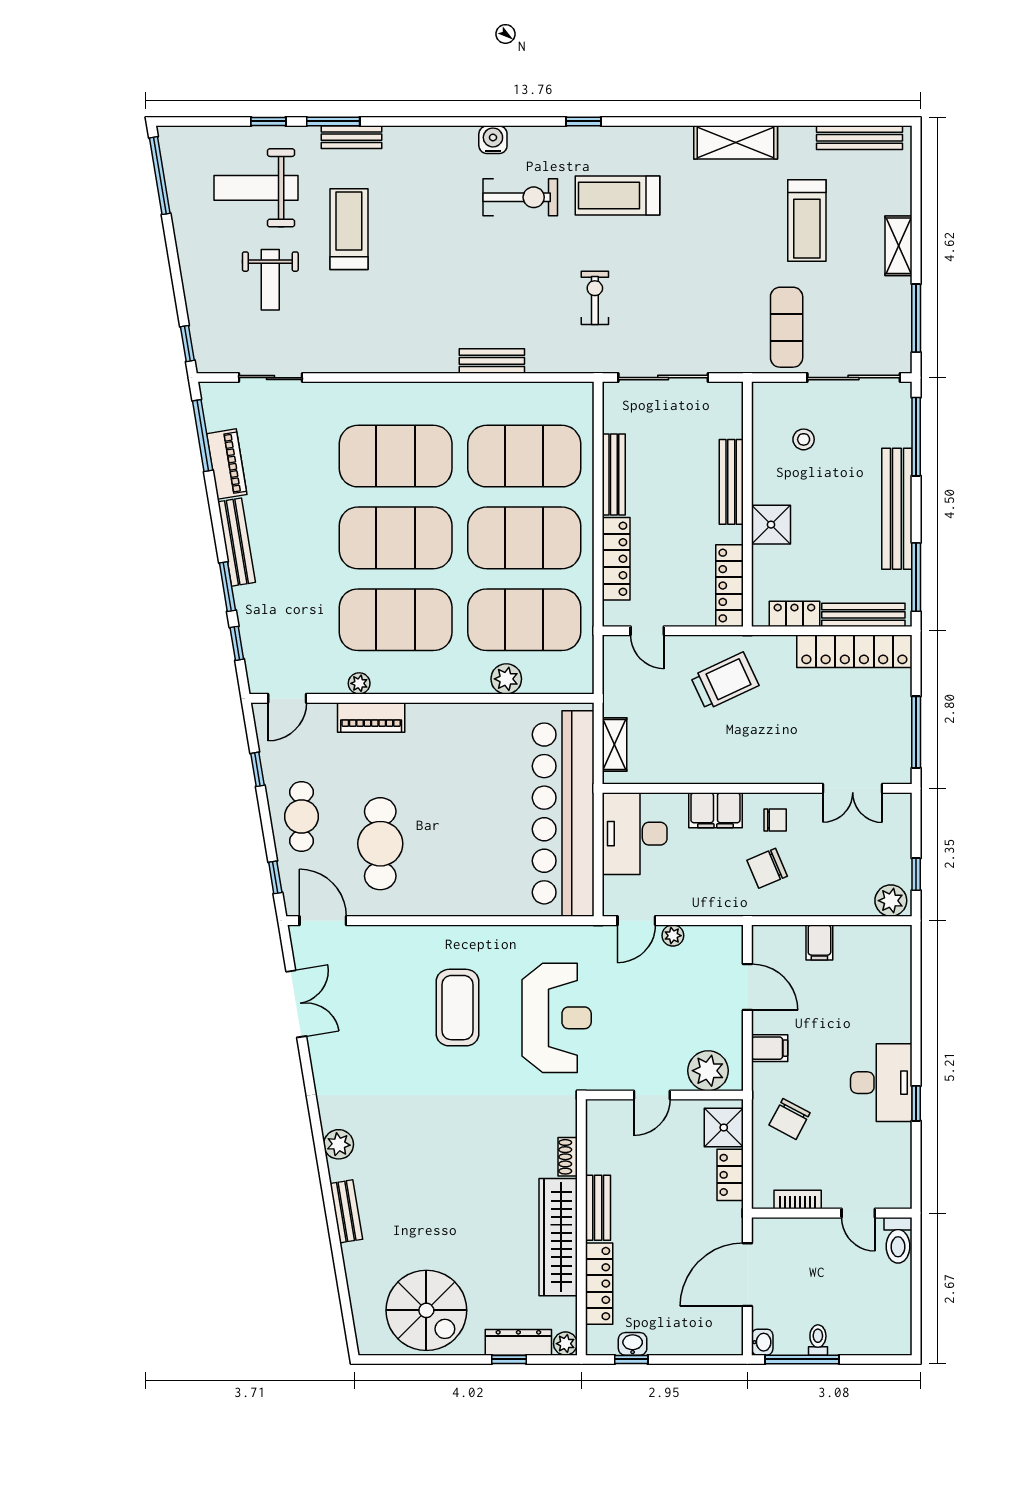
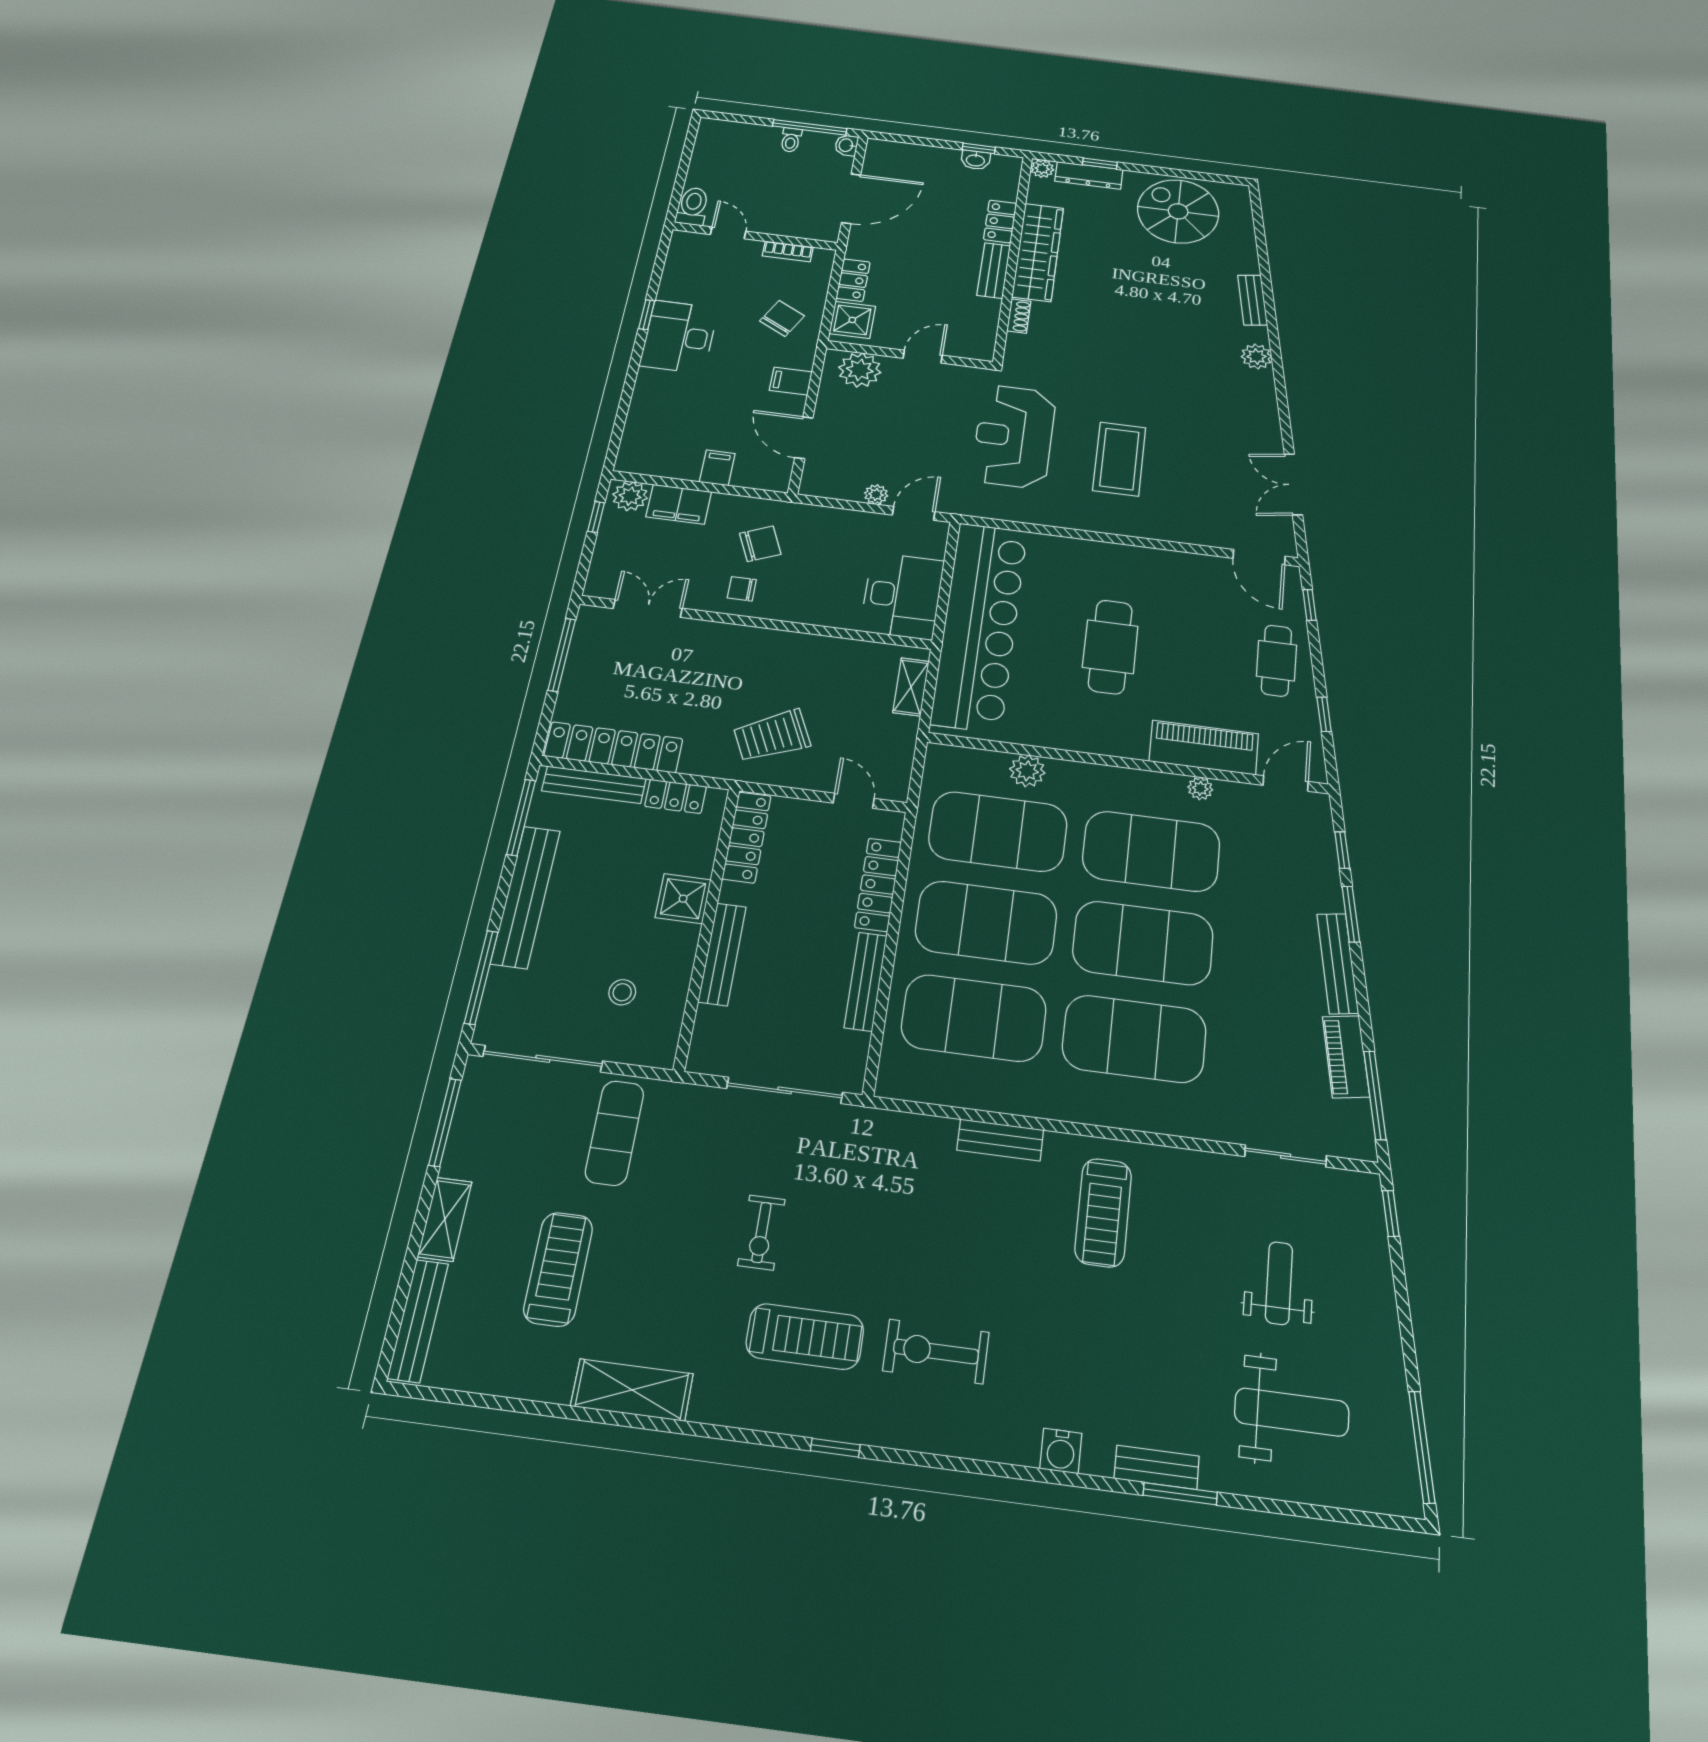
window: (268, 121) -> (1270, 1506), removed
bench: (859, 138) -> (418, 1321), moved, turned 90
water cooler: (493, 140) -> (1061, 1451), moved
treadmill: (349, 229) -> (1103, 1212), moved
exercise bike: (595, 298) -> (761, 1232), moved
piano: (371, 717) -> (1204, 747), width x1.37, depth x1.33
filing cabinet: (715, 810) -> (679, 504), moved, turned 180
cafe table: (380, 844) -> (1110, 647), moved
locker: (599, 1284) -> (1000, 221), width x0.66

